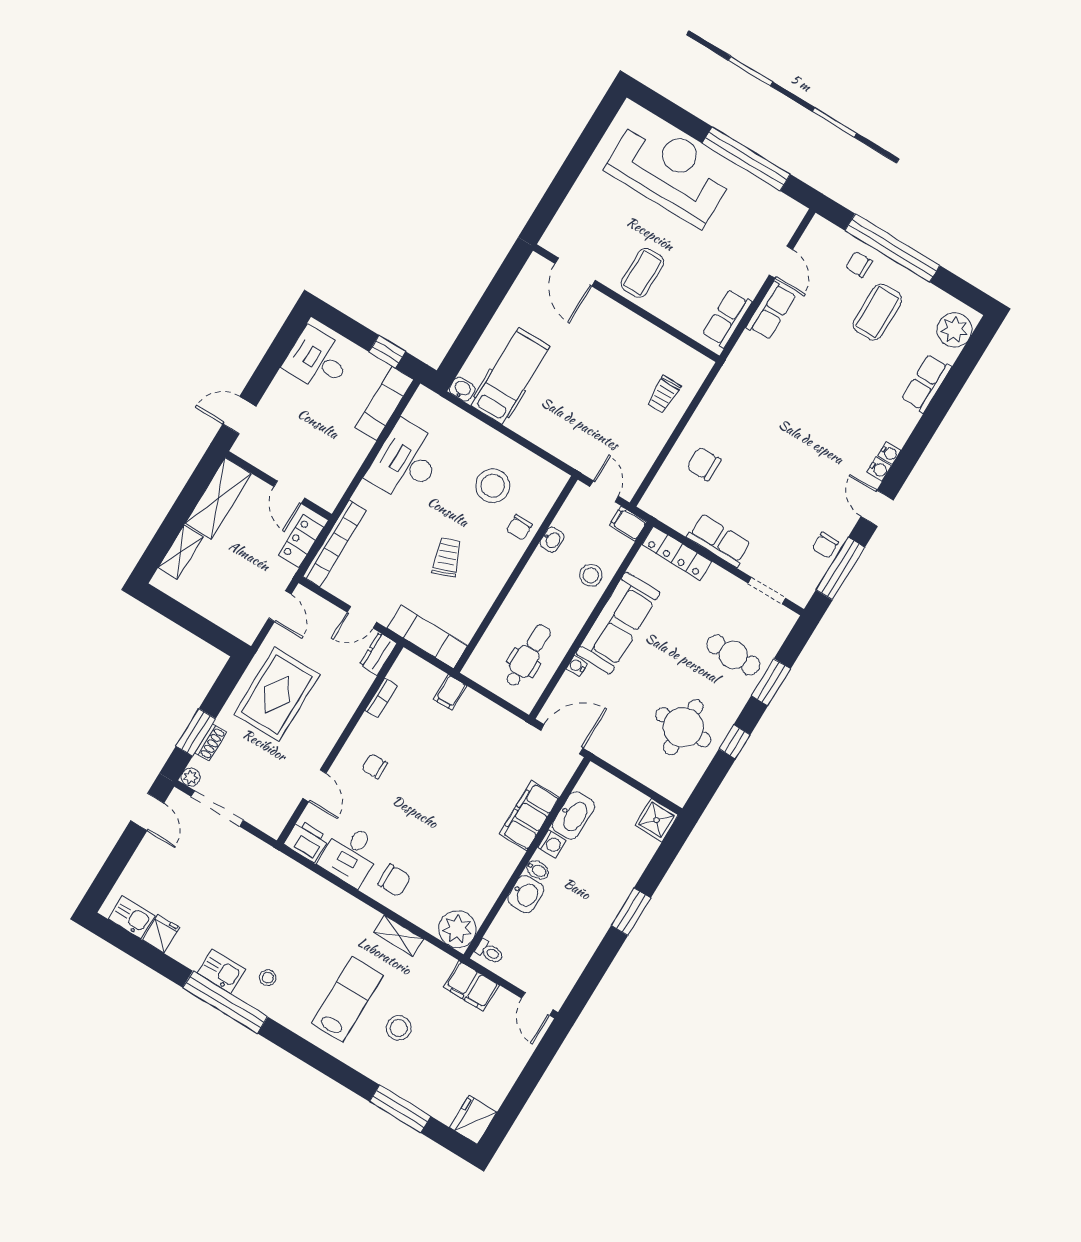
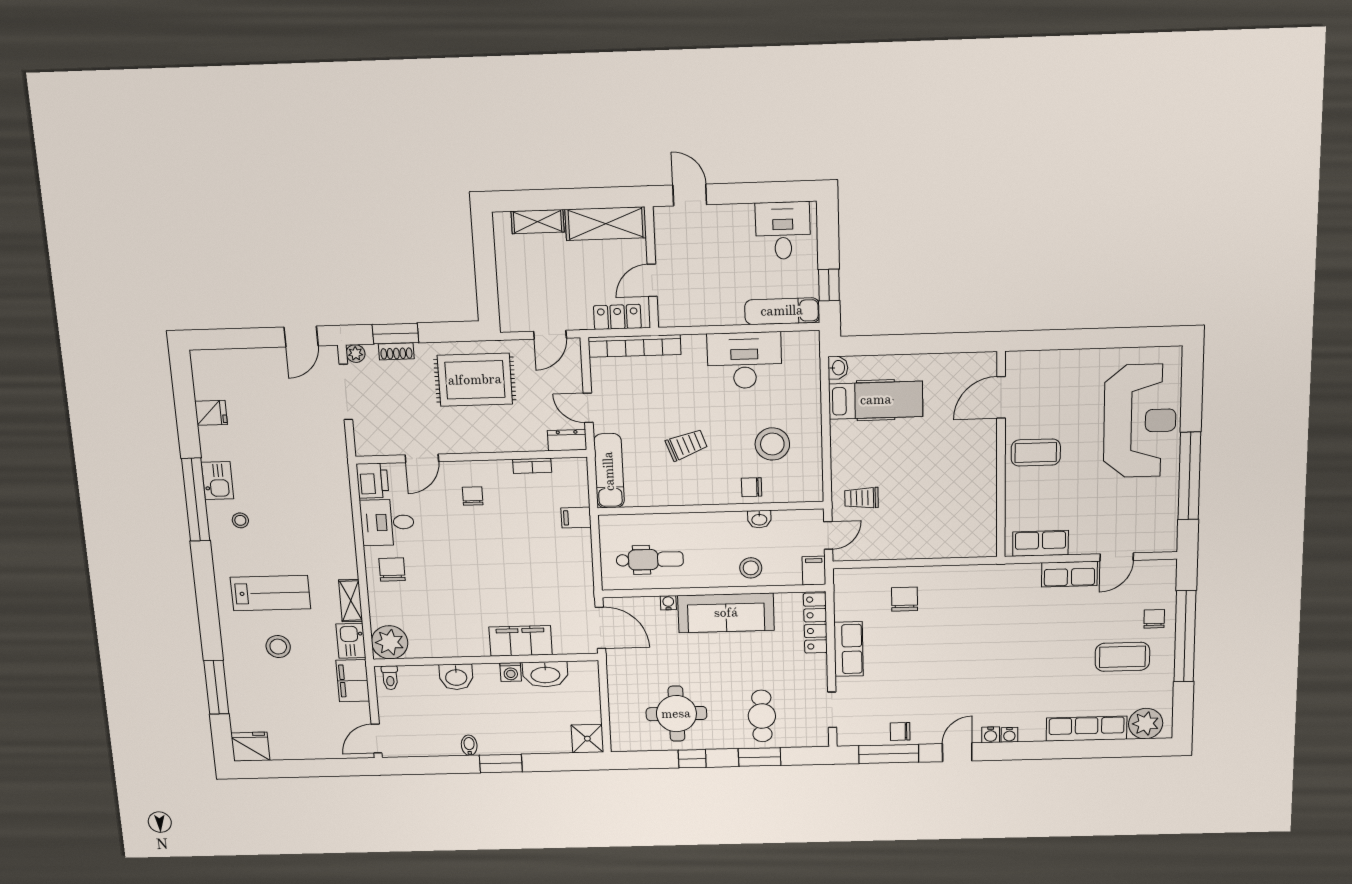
row of seats: (926, 383) -> (1087, 729), width x1.48
trolley: (664, 395) -> (862, 498), moved
bidet: (538, 870) -> (469, 745), moved, turned 180
chair: (394, 880) -> (392, 570), turned 180
kitchen sink: (132, 917) -> (351, 641), moved, turned 180

